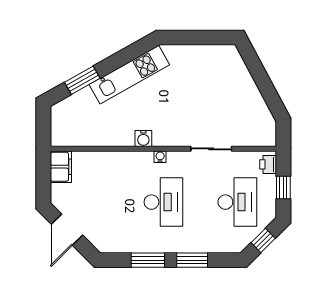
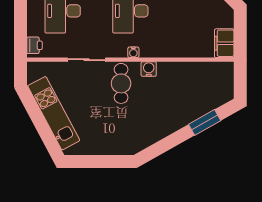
kitchen unit: (129, 75) -> (54, 113), moved, turned 91
cafe table: (174, 123) -> (121, 83), added
window: (283, 187) -> (20, 24), removed

